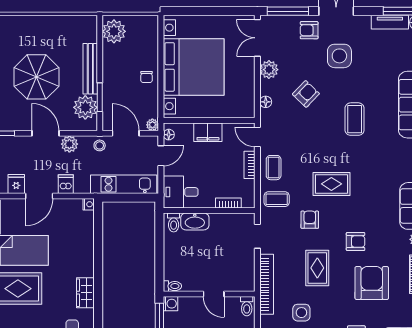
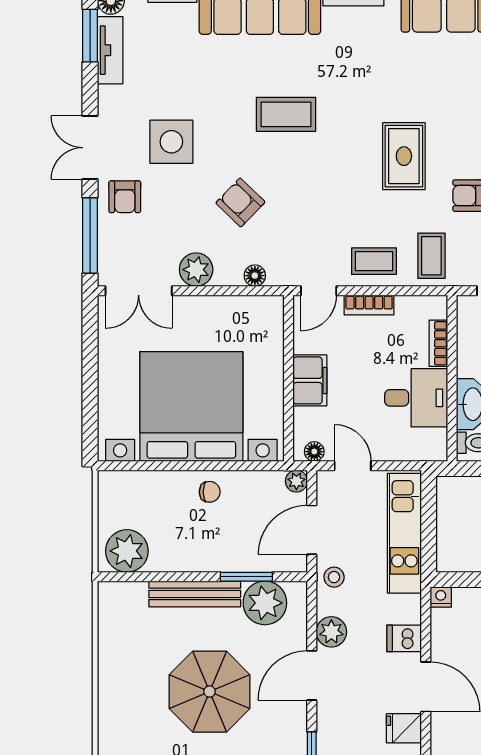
desk: (181, 192) -> (416, 398), moved, turned -90

